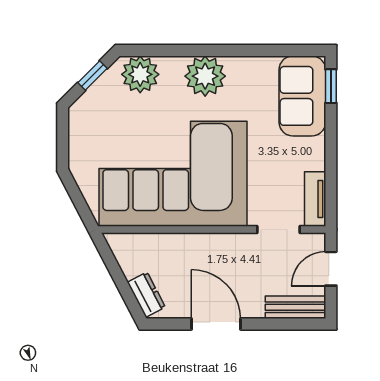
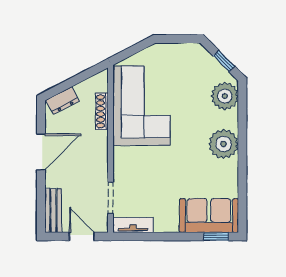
corner sofa: (173, 174) -> (141, 106), width x0.73, depth x0.74
shoe rack: (161, 241) -> (102, 111), added

